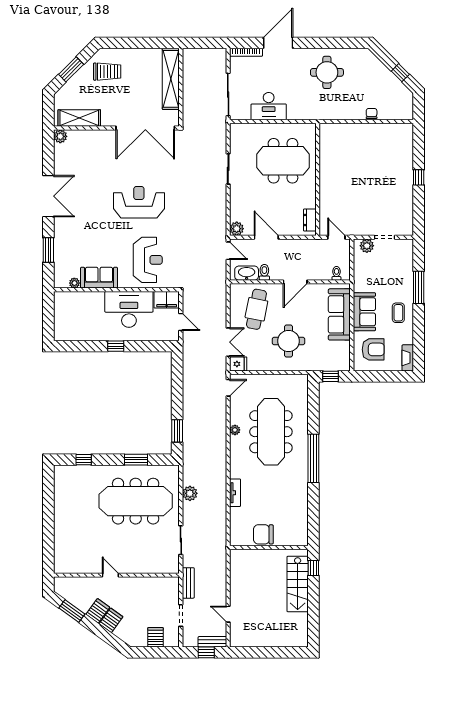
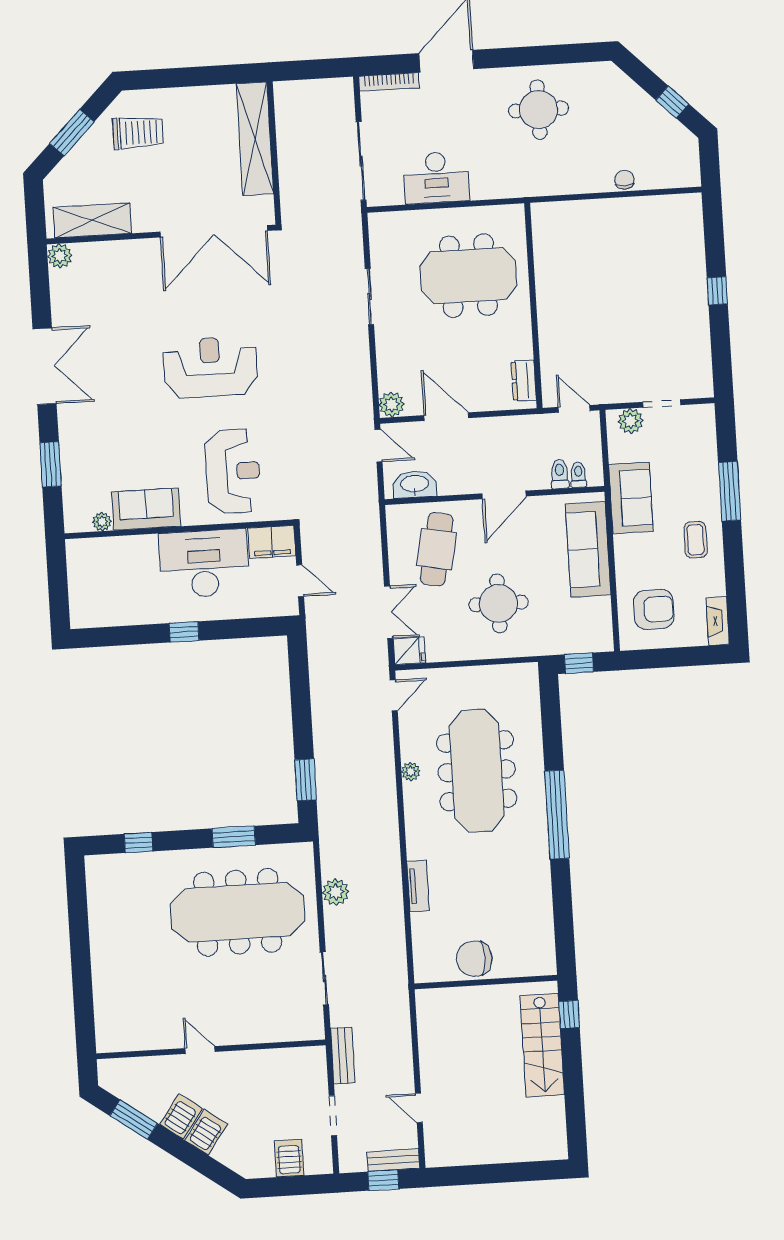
toilet: (264, 272) -> (560, 474), moved
sofa: (364, 312) -> (631, 498), moved

